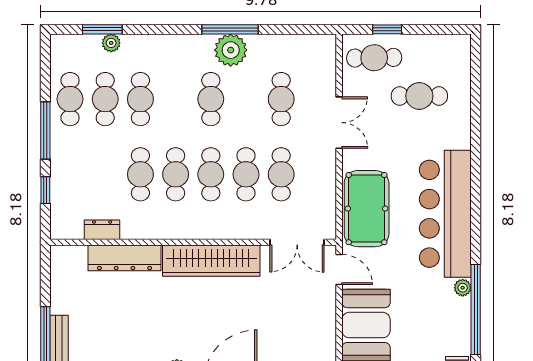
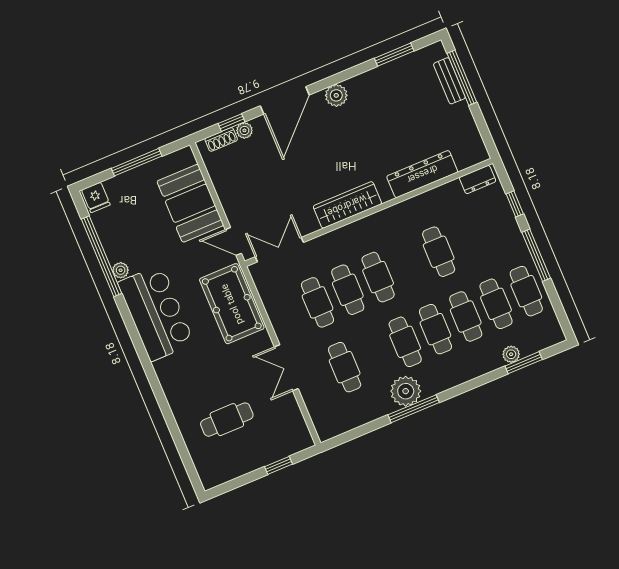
cafe table: (374, 58) -> (279, 436), removed
cafe table: (176, 174) -> (435, 329), moved
bar counter: (445, 214) -> (156, 313), width x0.73
dresser: (102, 230) -> (478, 179), moved
wardrobe: (211, 261) -> (347, 205), width x0.71, depth x0.85

